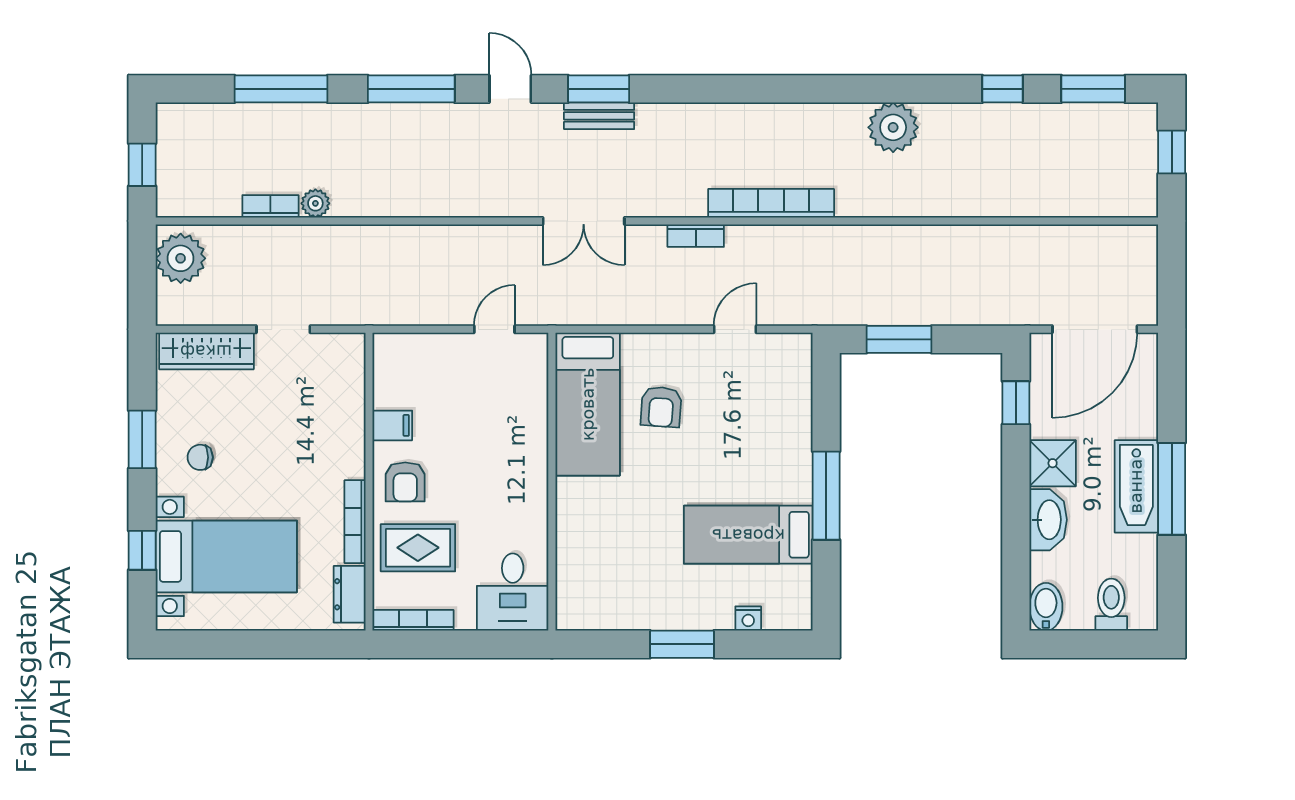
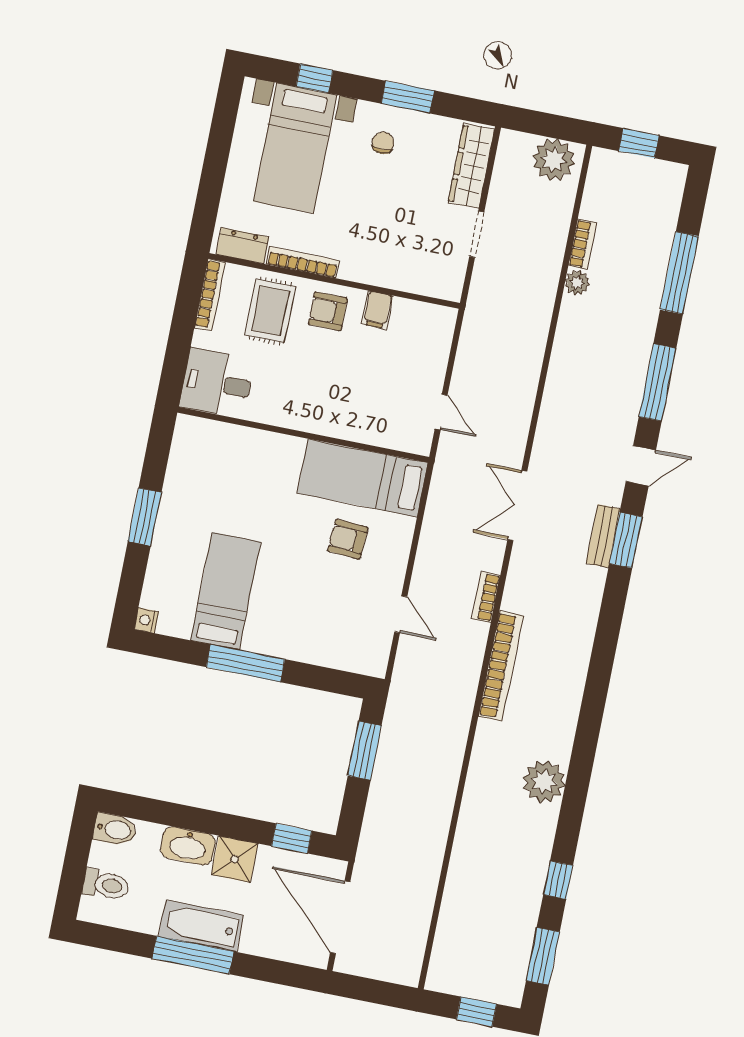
nightstand: (748, 619) -> (146, 620), moved

